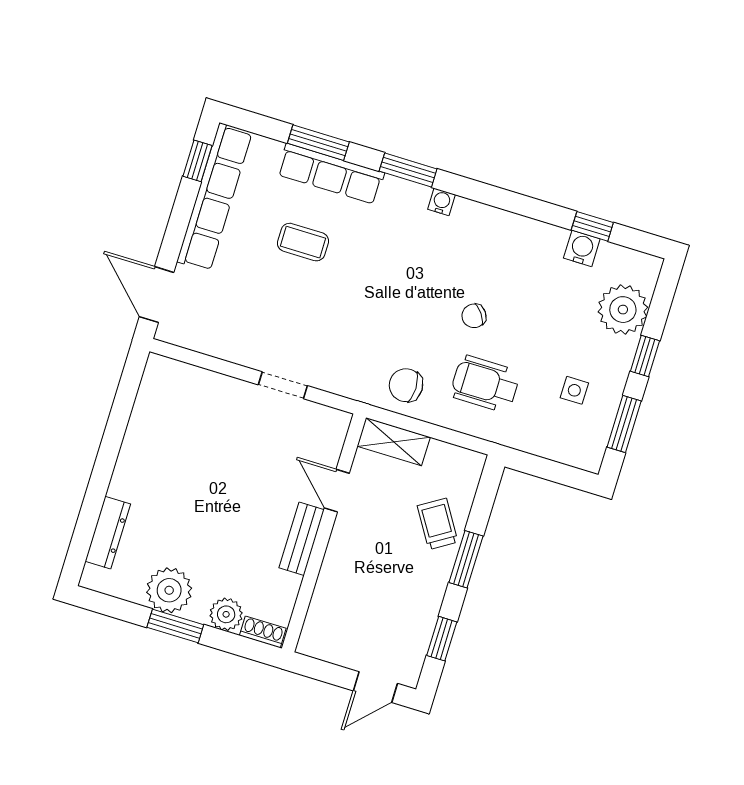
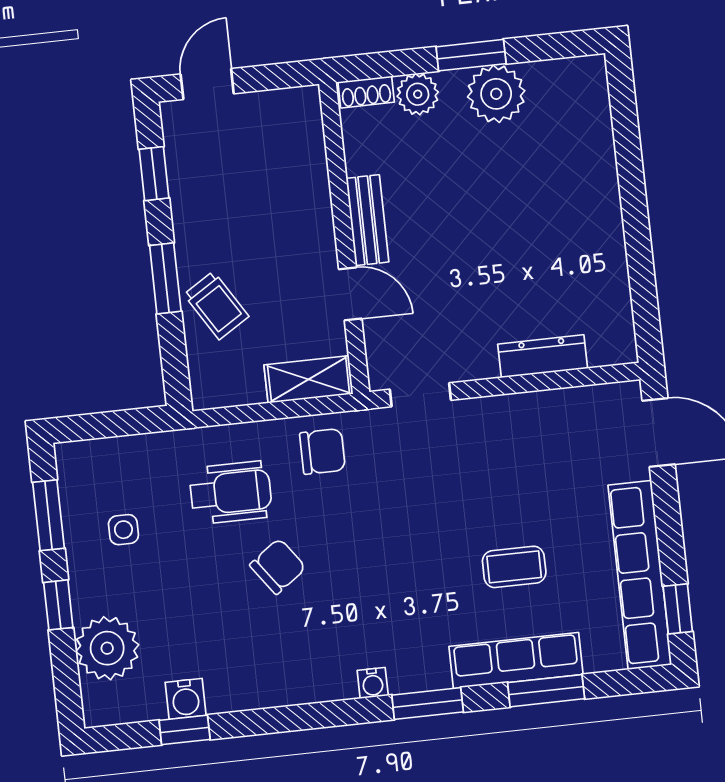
chair: (474, 316) -> (278, 566), width x1.37, depth x1.37
doorway: (283, 385) -> (420, 395), moved
dresser: (108, 533) -> (543, 356), moved, turned 90

